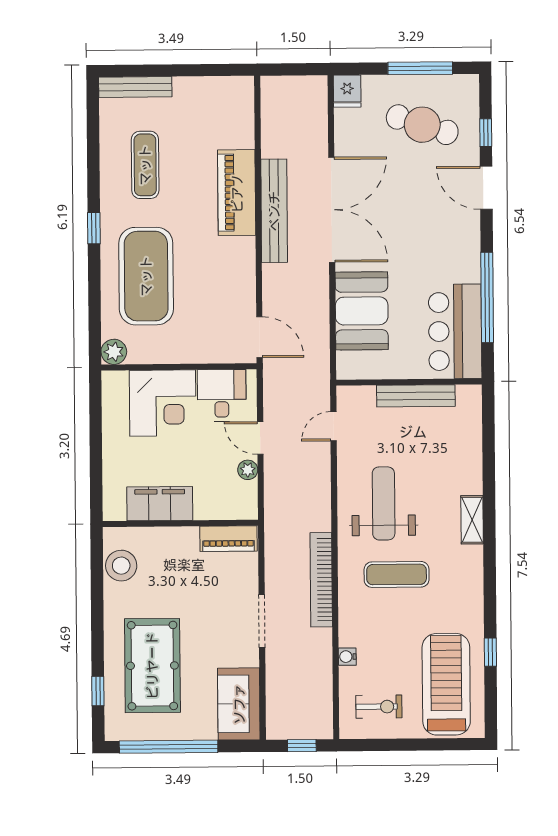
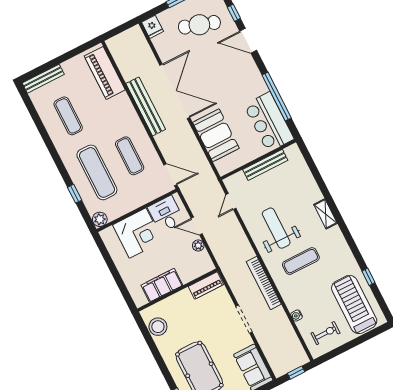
piano: (237, 193) -> (105, 73), moved
window: (94, 228) -> (75, 194), moved
exercise mat: (146, 276) -> (97, 172), width x0.68
exercise mat: (210, 276) -> (130, 156), added

